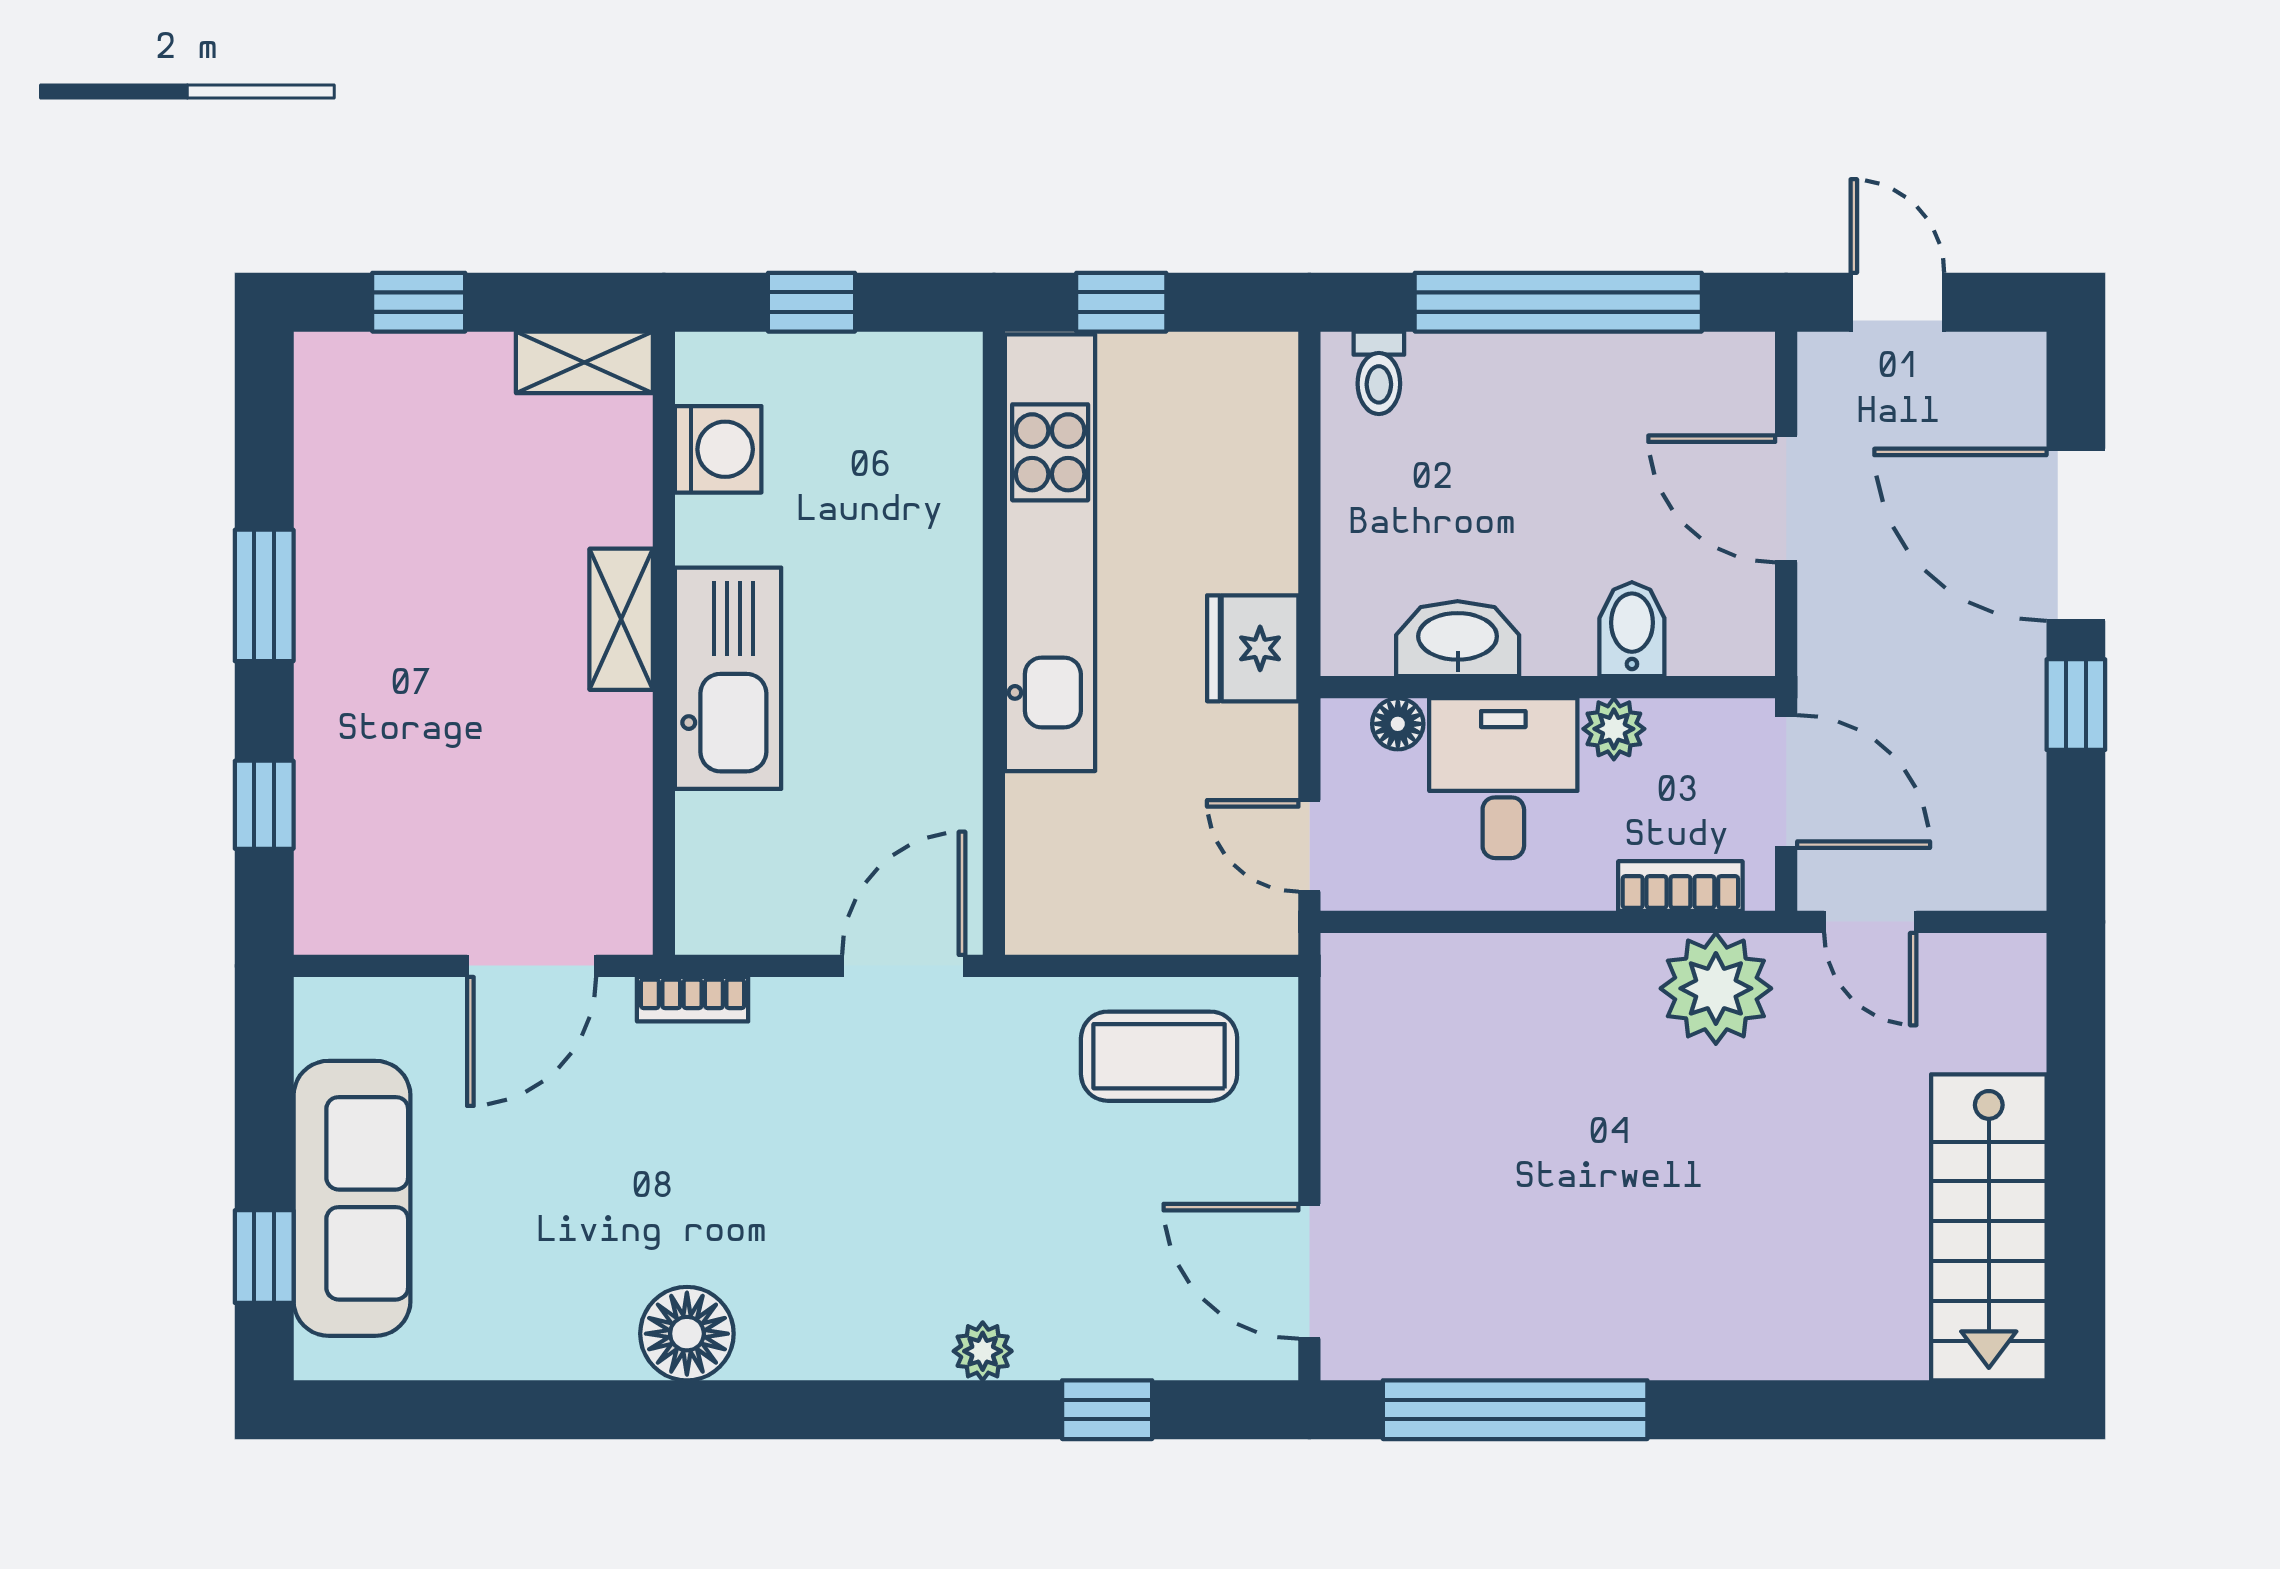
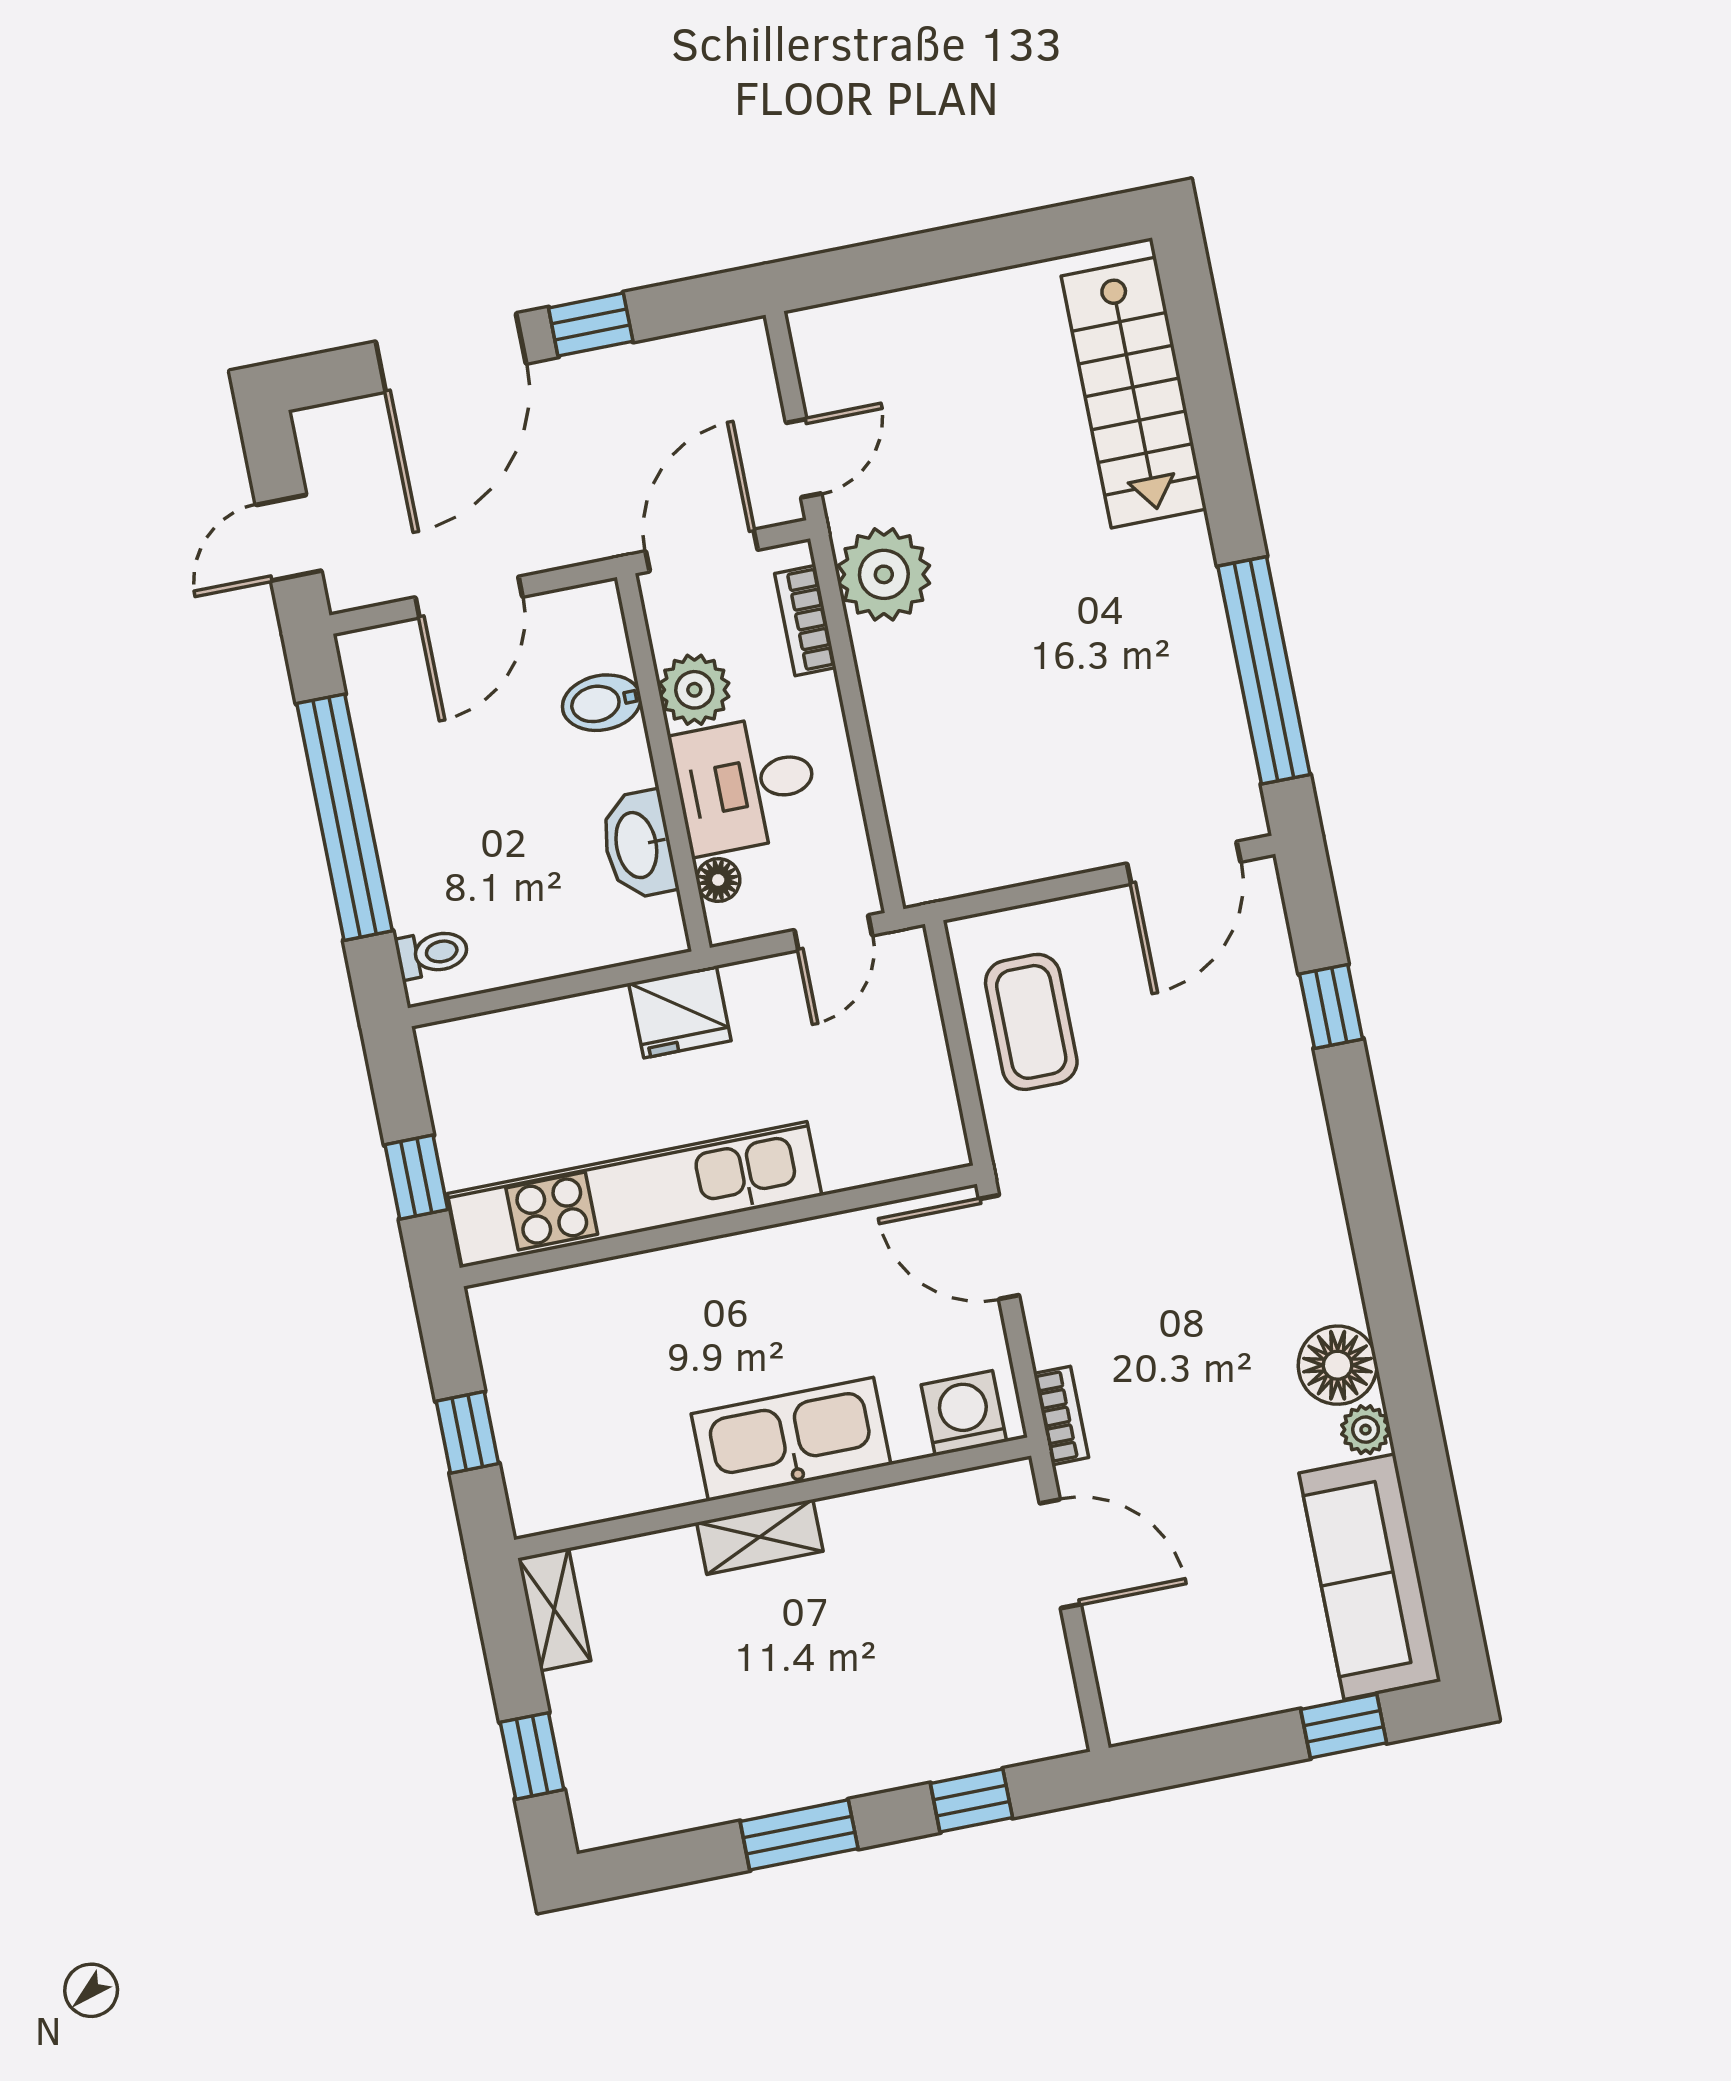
washing machine: (718, 449) -> (964, 1413), moved
plant: (1614, 729) -> (694, 690), width x1.38, depth x1.38
sofa: (352, 1198) -> (1370, 1577), moved, turned -90
stairs: (1989, 1227) -> (1134, 393), moved, turned 90
plant: (983, 1351) -> (1366, 1430), moved

